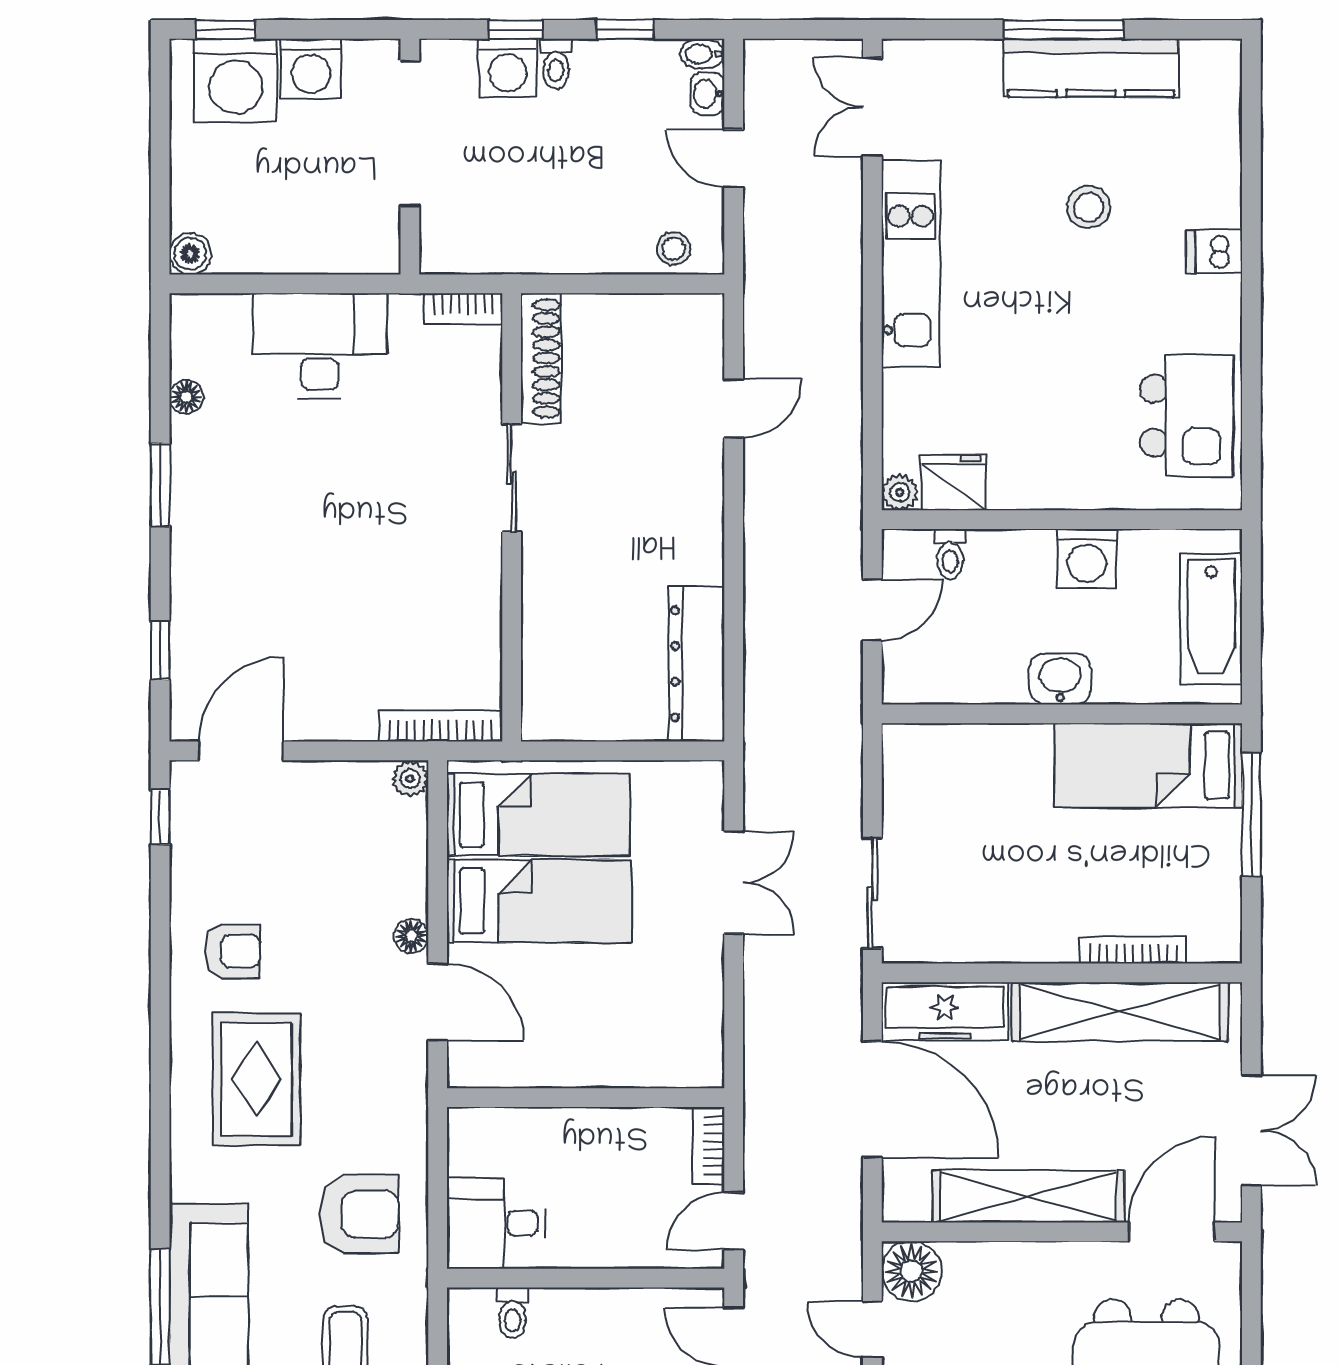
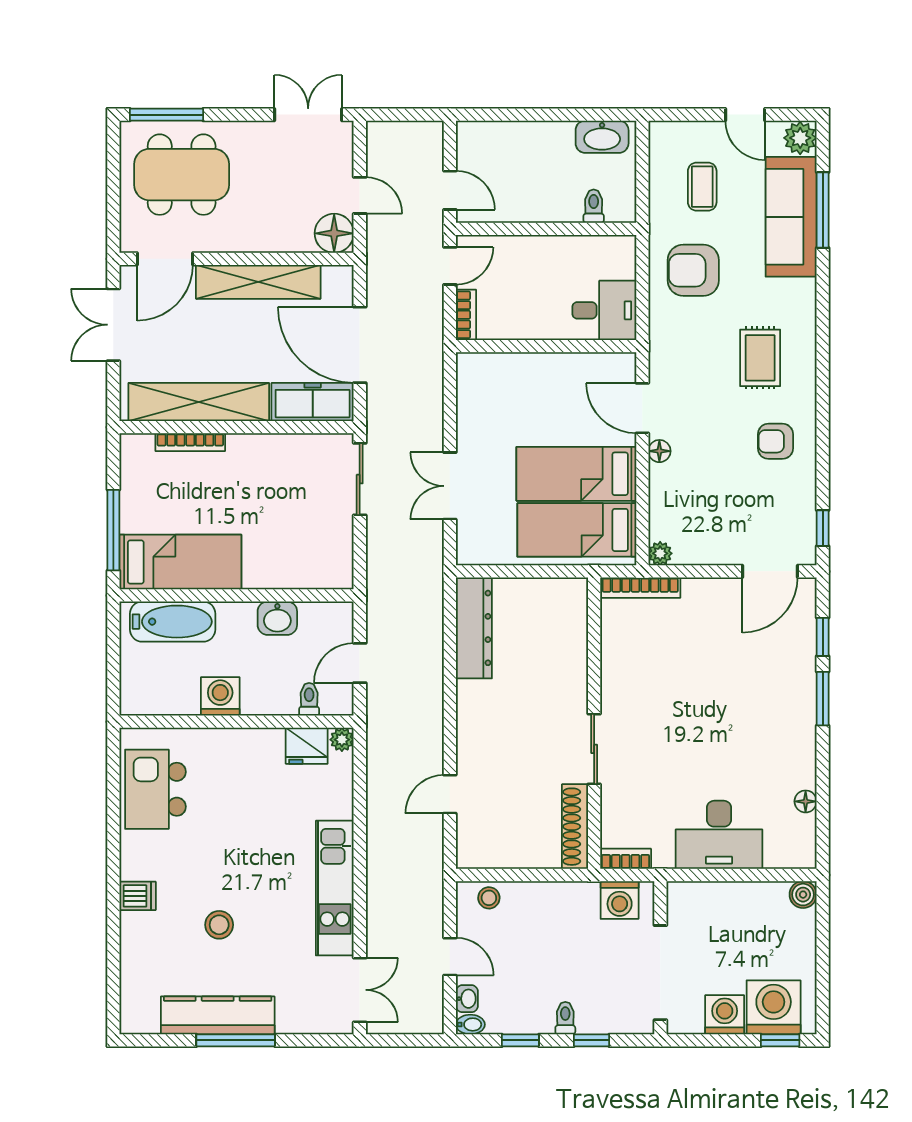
washing machine: (508, 68) -> (620, 900), moved, turned 180
window: (160, 485) -> (823, 699), moved
bathtub: (1211, 619) -> (173, 622), moved, turned 90
washbasin: (1060, 679) -> (277, 618), moved
rug: (256, 1079) -> (760, 358), width x0.73, depth x0.70
desk: (496, 1223) -> (604, 310), moved

